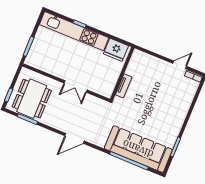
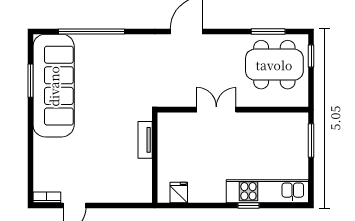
kitchen unit: (74, 31) -> (267, 191), width x0.73
fridge: (116, 50) -> (179, 192), width x0.53, depth x0.75
dining table: (32, 99) -> (274, 65), turned 90
sofa: (138, 149) -> (54, 86), moved, turned -90

